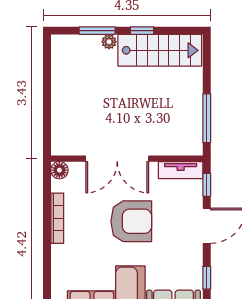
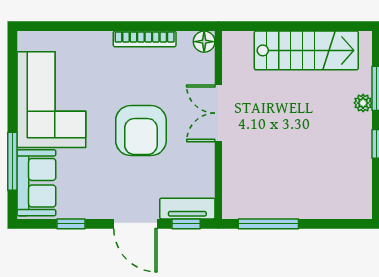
stairs: (160, 50) -> (306, 50), moved, turned -90
double door: (117, 159) -> (218, 113), width x0.73
tv unit: (181, 170) -> (187, 209), moved, turned 90

